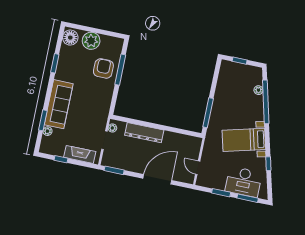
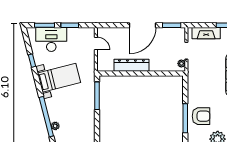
armchair: (103, 68) -> (201, 116), turned -90
dresser: (144, 133) -> (131, 65), moved
door: (157, 179) -> (142, 25), moved

